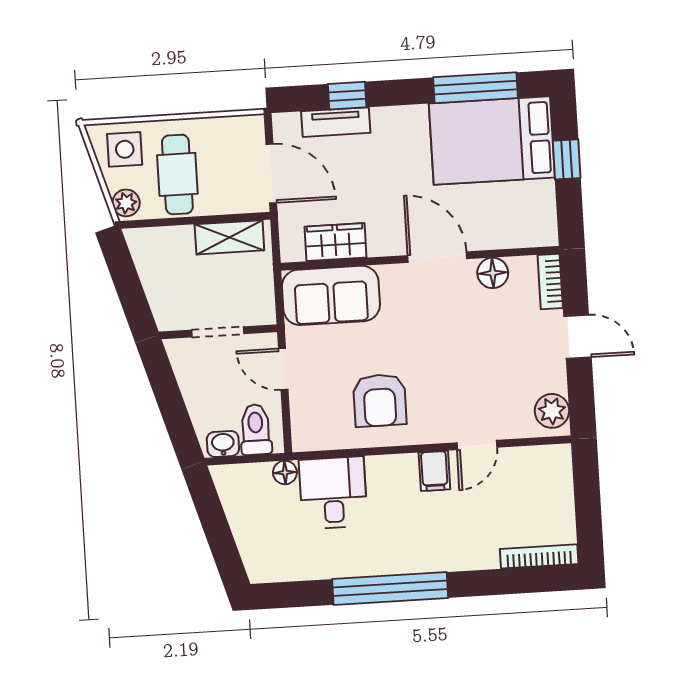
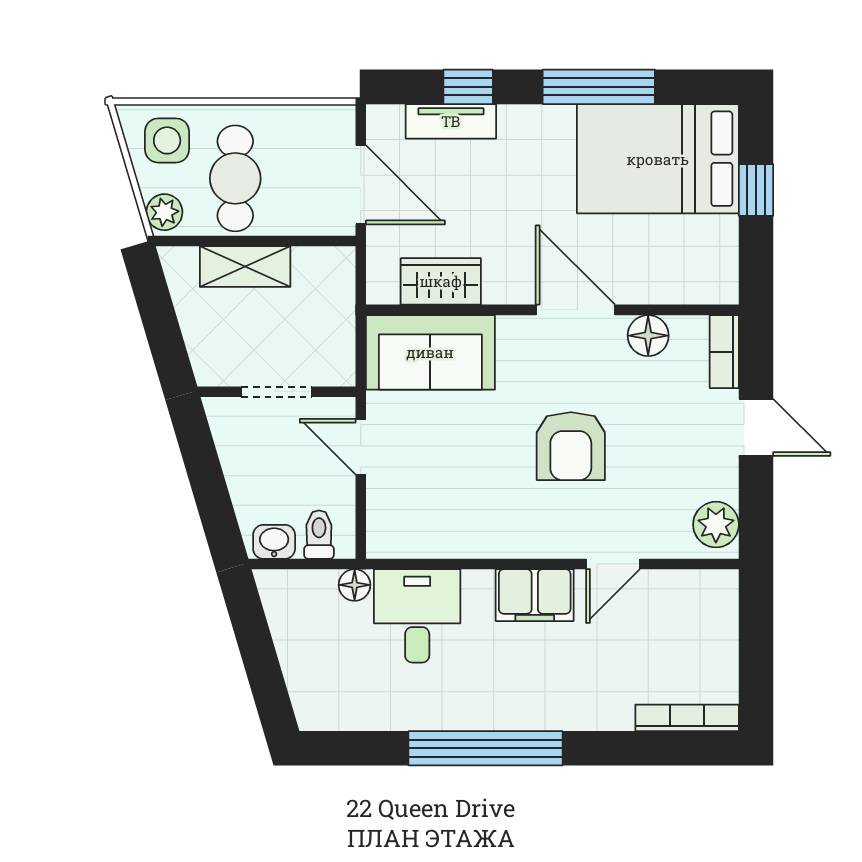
window: (476, 88) -> (599, 87), moved
shelving: (229, 237) -> (245, 267), moved
armchair: (380, 400) -> (571, 446), moved
toilet: (256, 430) -> (319, 535), width x0.73, depth x0.72
filing cabinet: (434, 471) -> (535, 595), width x2.00

